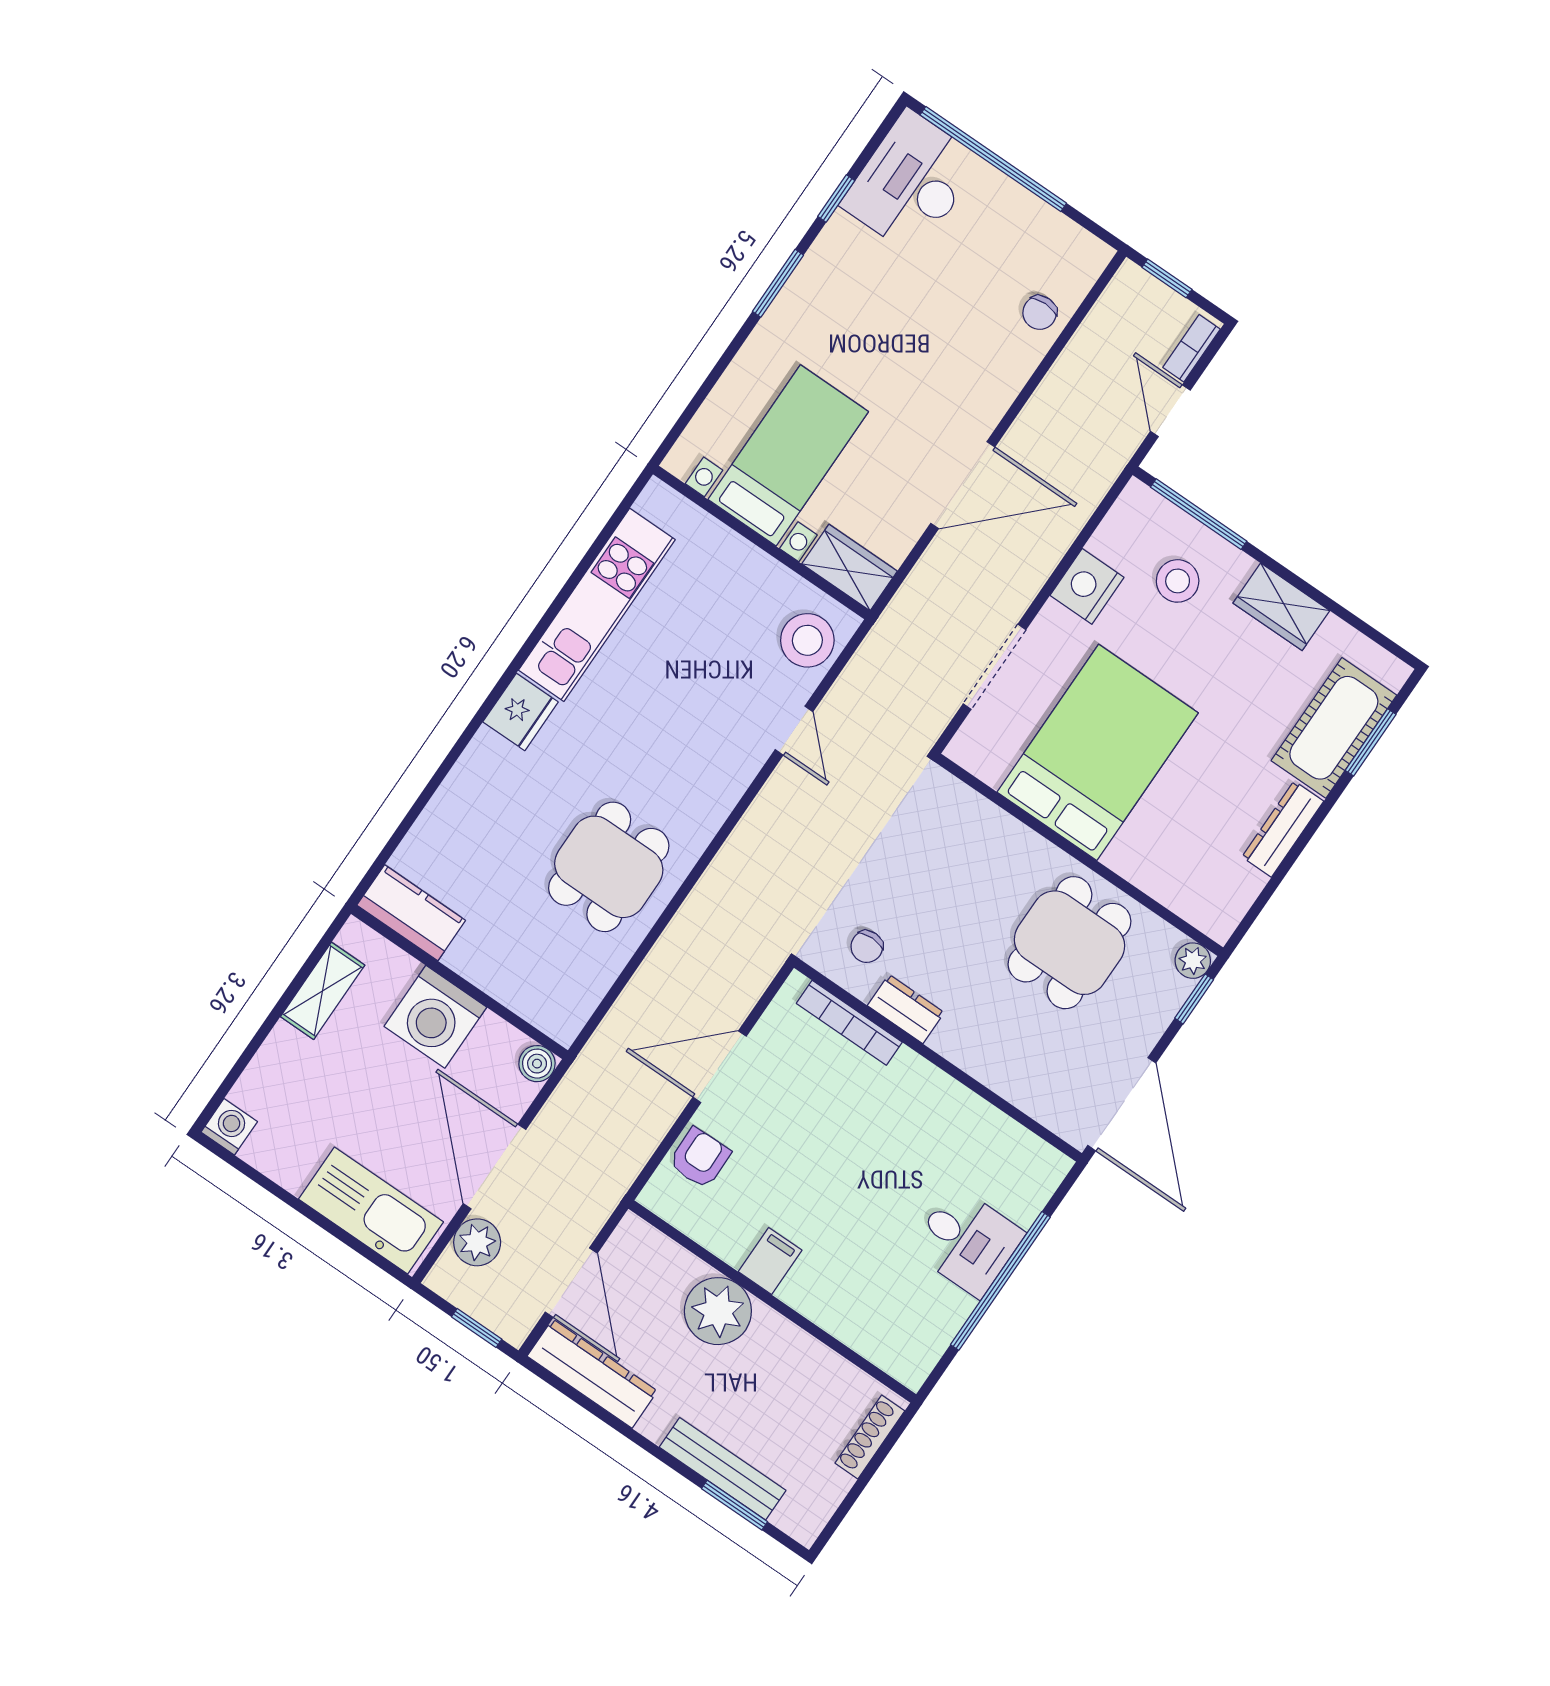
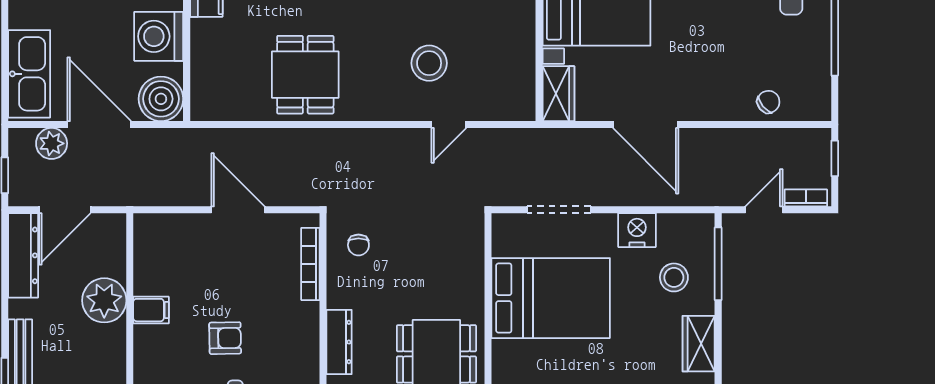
chair: (1040, 313) -> (768, 102), turned 141
stool: (807, 640) -> (429, 63), moved
dining table: (609, 867) -> (305, 75), turned 90
chair: (867, 947) -> (358, 245), turned -90
dresser: (906, 1009) -> (339, 342), moved, width x1.44
boiler: (537, 1064) -> (161, 99), width x1.86, depth x1.86
armchair: (700, 1158) -> (225, 338), moved
door: (494, 1166) -> (99, 125), hinge flipped

